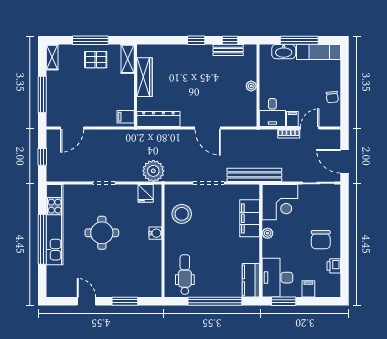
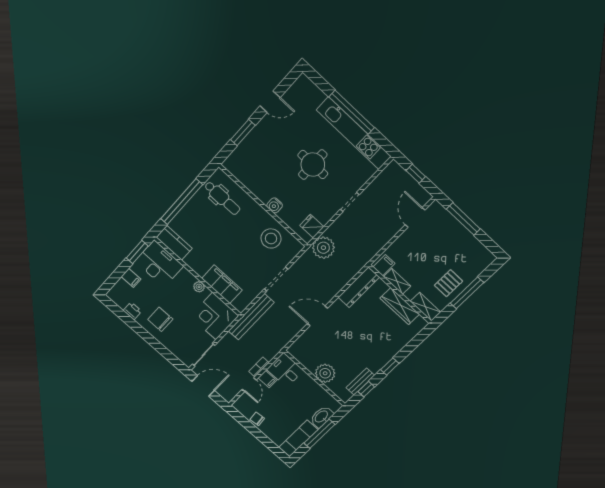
shelving: (52, 57) -> (397, 281), moved
plant: (251, 86) -> (325, 373), width x1.87, depth x1.87

